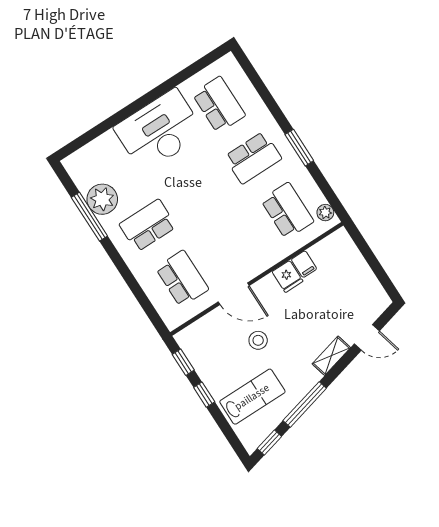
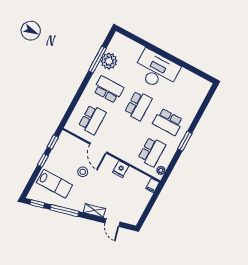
school desk: (219, 105) -> (138, 106), moved
filing cabinet: (304, 264) -> (153, 185), moved

